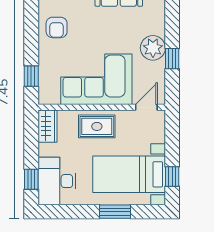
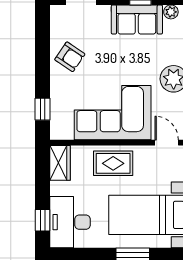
armchair: (57, 27) -> (70, 57), turned -56
door: (146, 107) -> (167, 143), hinge flipped

